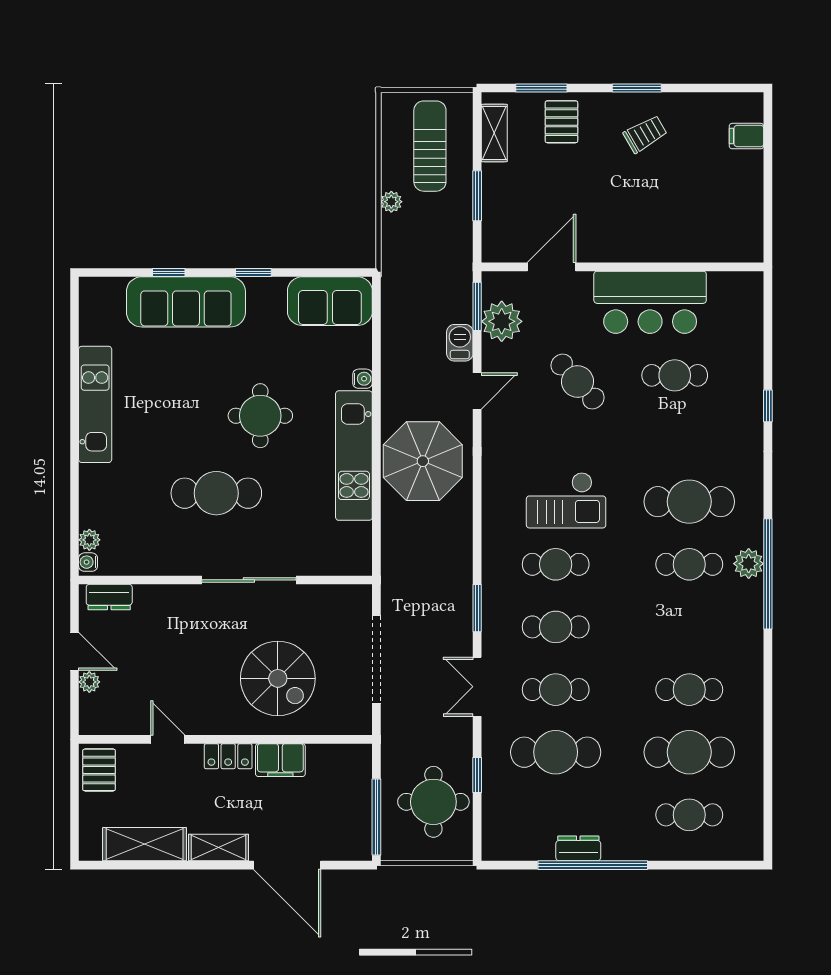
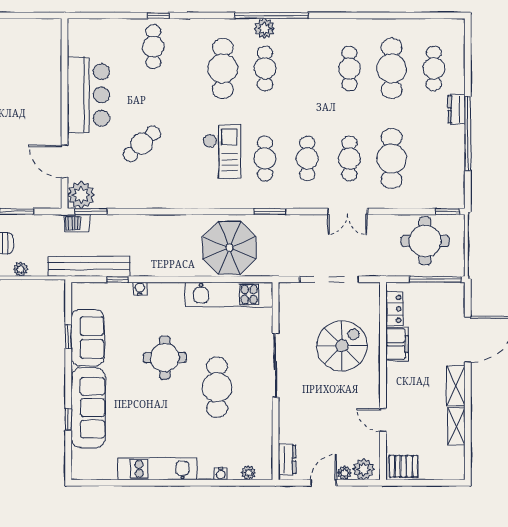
window: (253, 272) -> (68, 337), moved
sofa: (330, 301) -> (88, 338), moved
bench: (396, 303) -> (89, 266), added
plant: (502, 321) -> (81, 195), moved
barbecue: (460, 343) -> (77, 223), moved
window: (376, 346) -> (118, 279), added
cafe table: (675, 375) -> (153, 47), moved
door: (477, 391) -> (148, 211), removed
kitchen unit: (354, 456) -> (229, 294), moved
parasol: (423, 461) -> (229, 248), moved
water cooler: (88, 562) -> (221, 474), moved
window: (477, 608) -> (270, 211), moved
plant: (94, 711) -> (364, 469), added
door: (168, 739) -> (383, 420), hinge flipped
locker: (228, 756) -> (394, 309), moved
window: (477, 775) -> (448, 211), moved
shelving: (145, 844) -> (456, 426), width x0.67, depth x0.75
dresser: (578, 848) -> (456, 109), moved

